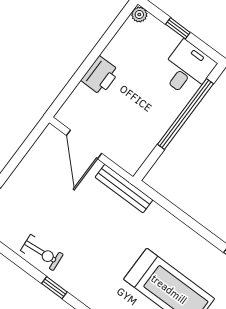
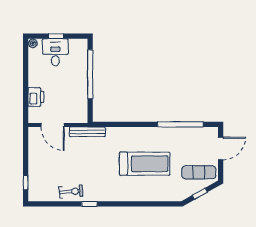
desk: (187, 69) -> (55, 52), moved
printer: (100, 76) -> (36, 97), moved

